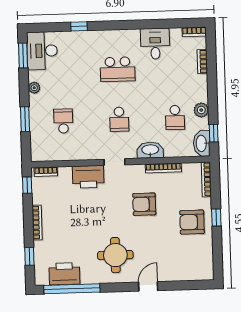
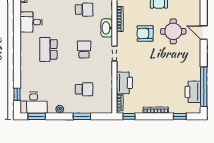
window: (79, 26) -> (17, 94), moved
school desk: (118, 69) -> (48, 49), turned 180
school desk: (119, 119) -> (84, 49), turned -90
school desk: (63, 121) -> (84, 89), turned 180
printer: (88, 177) -> (124, 83), moved
armchair: (144, 204) -> (145, 33), turned 90
round table: (115, 255) -> (173, 31), moved

